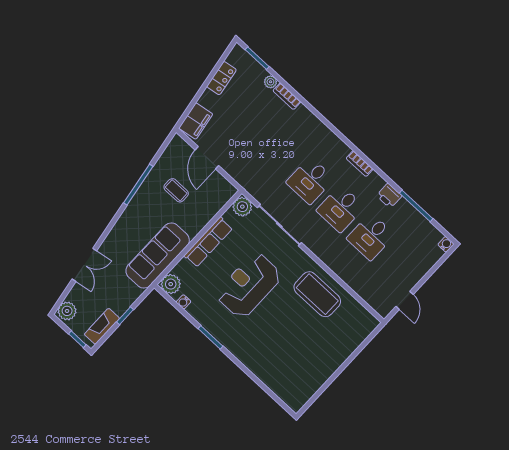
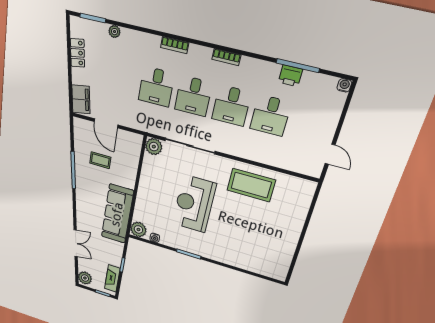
bookcase: (287, 96) -> (175, 45), moved
desk: (280, 152) -> (156, 87), added
printer: (389, 196) -> (290, 76), moved
row of seats: (208, 242) -> (146, 186), removed

